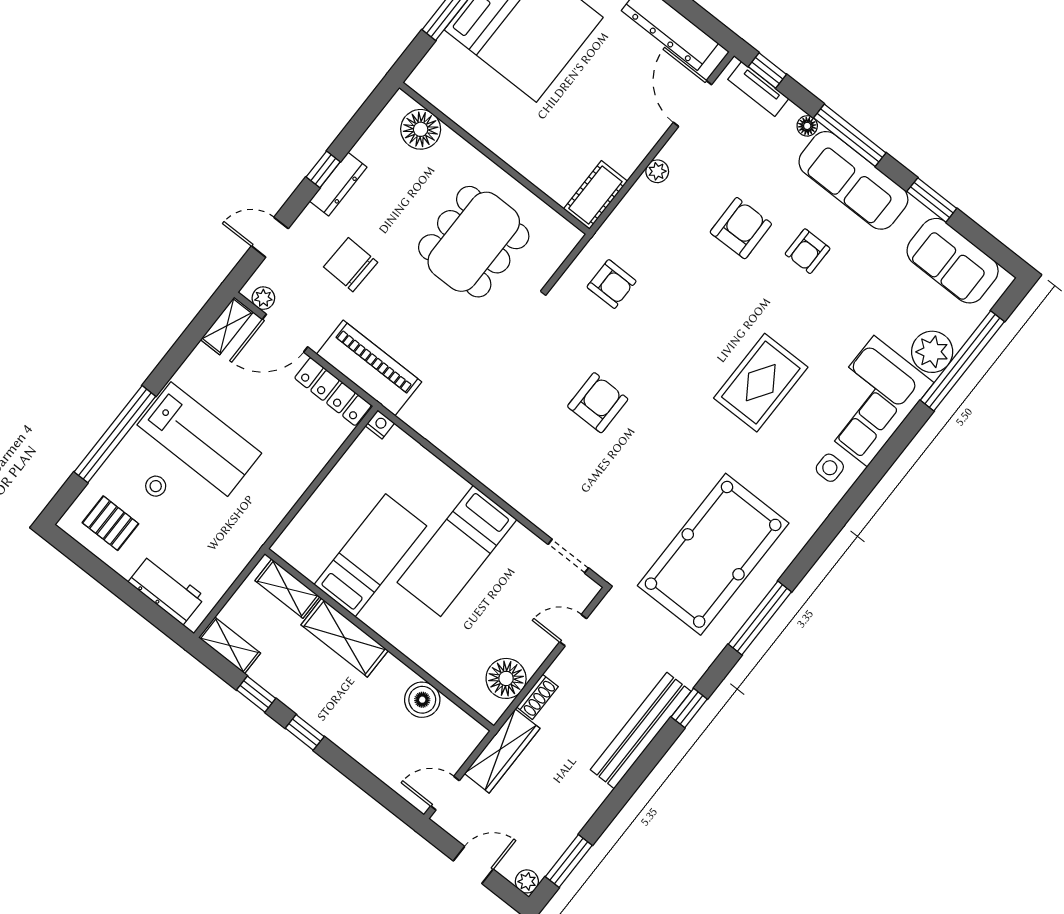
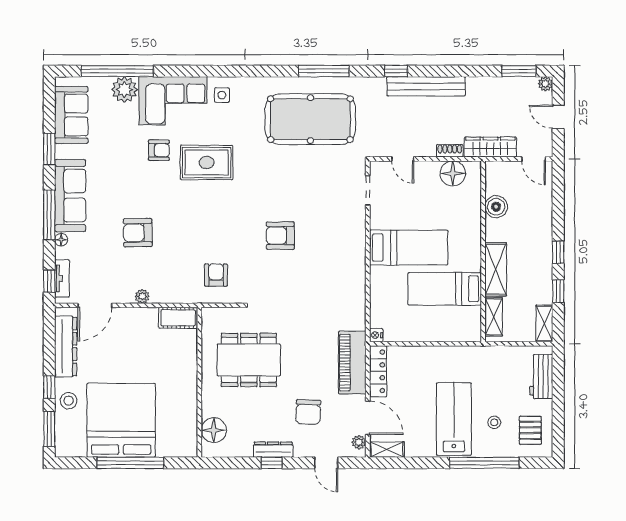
armchair: (808, 251) -> (159, 150), moved

